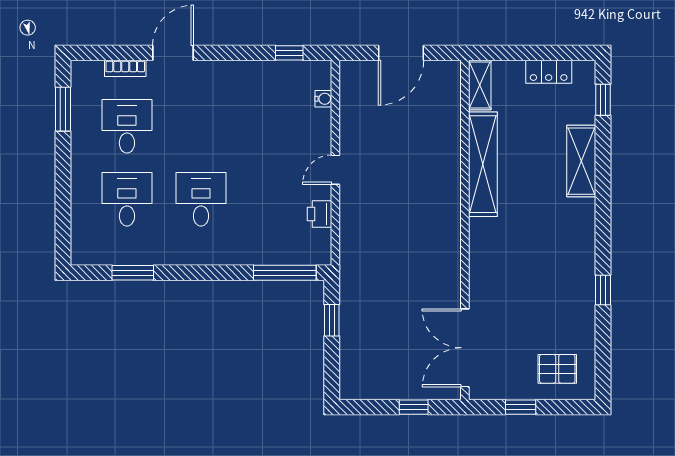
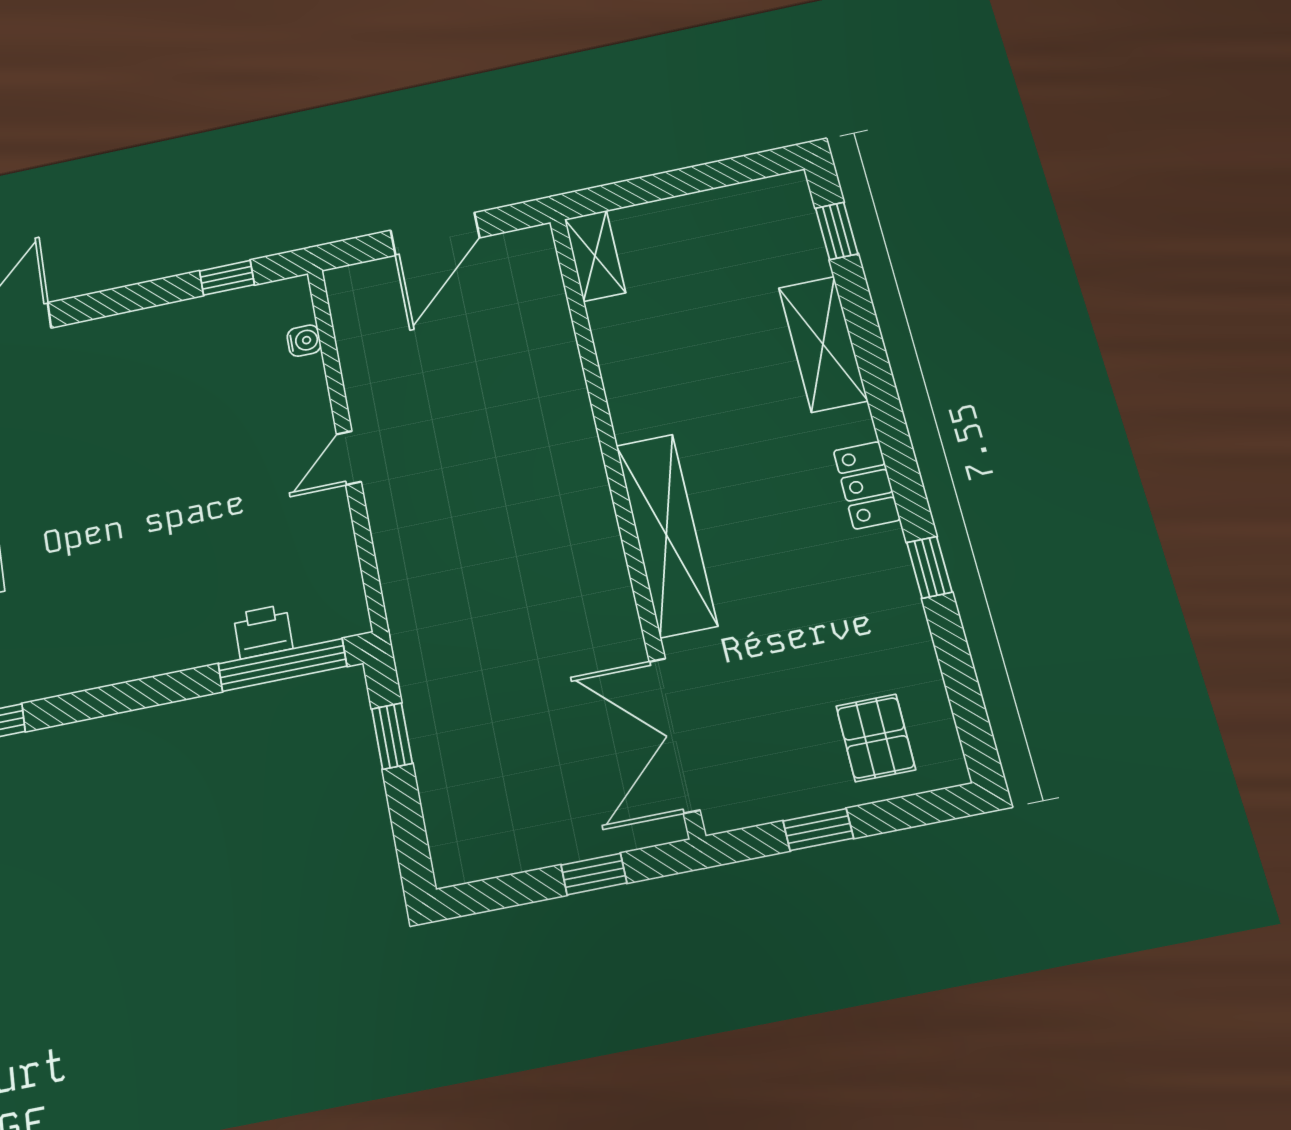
locker: (549, 72) -> (867, 485), moved, turned 90
shelving: (483, 164) -> (666, 535), moved
desk: (201, 199) -> (98, 564), removed
printer: (320, 214) -> (263, 631), moved, turned 90
pallet: (557, 369) -> (876, 738), turned 90

